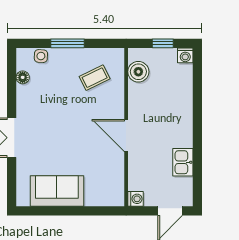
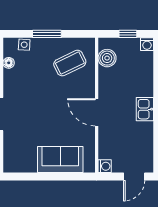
coffee table: (95, 78) -> (70, 63), width x1.36, depth x1.30
kitchen sink: (183, 162) -> (145, 109), moved
sofa: (57, 191) -> (60, 160), moved

